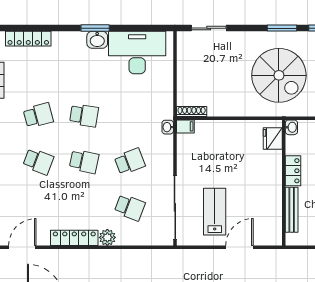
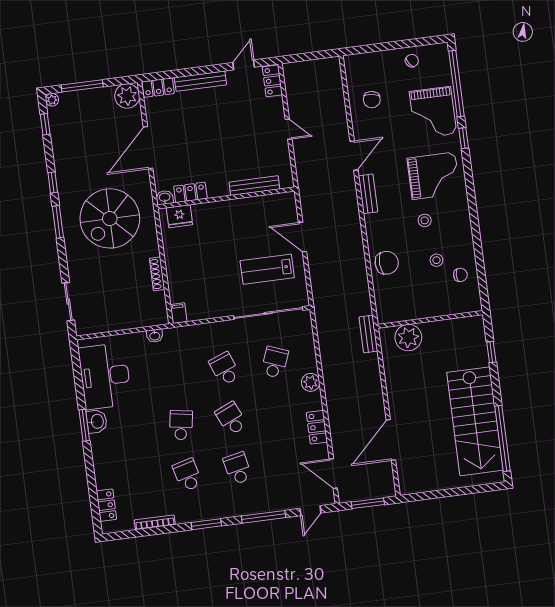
locker: (28, 39) -> (106, 505), width x0.66
spiral stairs: (279, 75) -> (110, 218), turned 180
shoe rack: (192, 112) -> (157, 274), moved
washbasin: (168, 127) -> (155, 336), moved
school desk: (38, 161) -> (238, 468), turned -33
school desk: (84, 161) -> (231, 419), turned -36
locker: (293, 171) -> (190, 192), moved
locker: (74, 238) -> (317, 427), width x0.66

